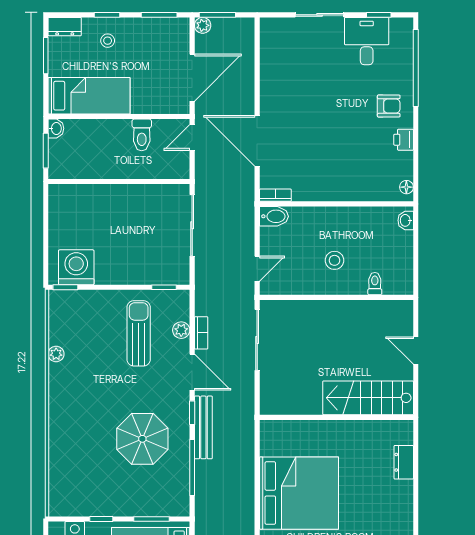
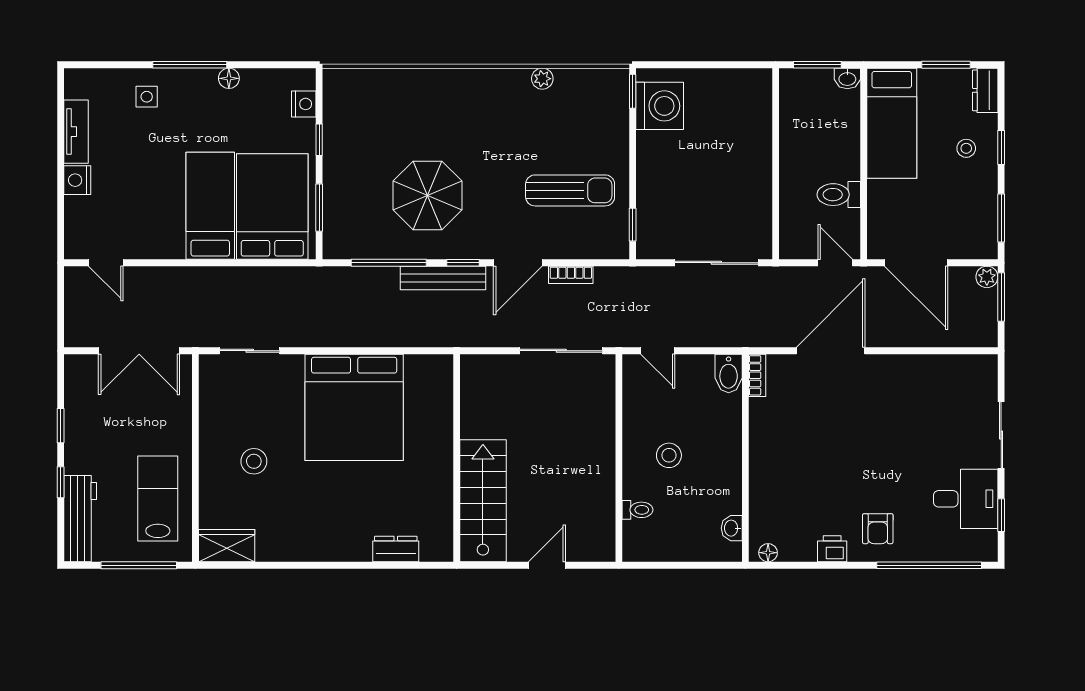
washbasin: (406, 220) -> (732, 528), moved, turned -90
plant: (181, 330) -> (575, 248), removed

